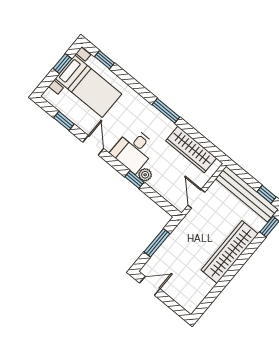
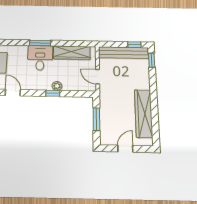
desk: (134, 150) -> (40, 58), moved, turned 180
wardrobe: (230, 252) -> (144, 113), moved
door: (150, 286) -> (125, 149), moved

